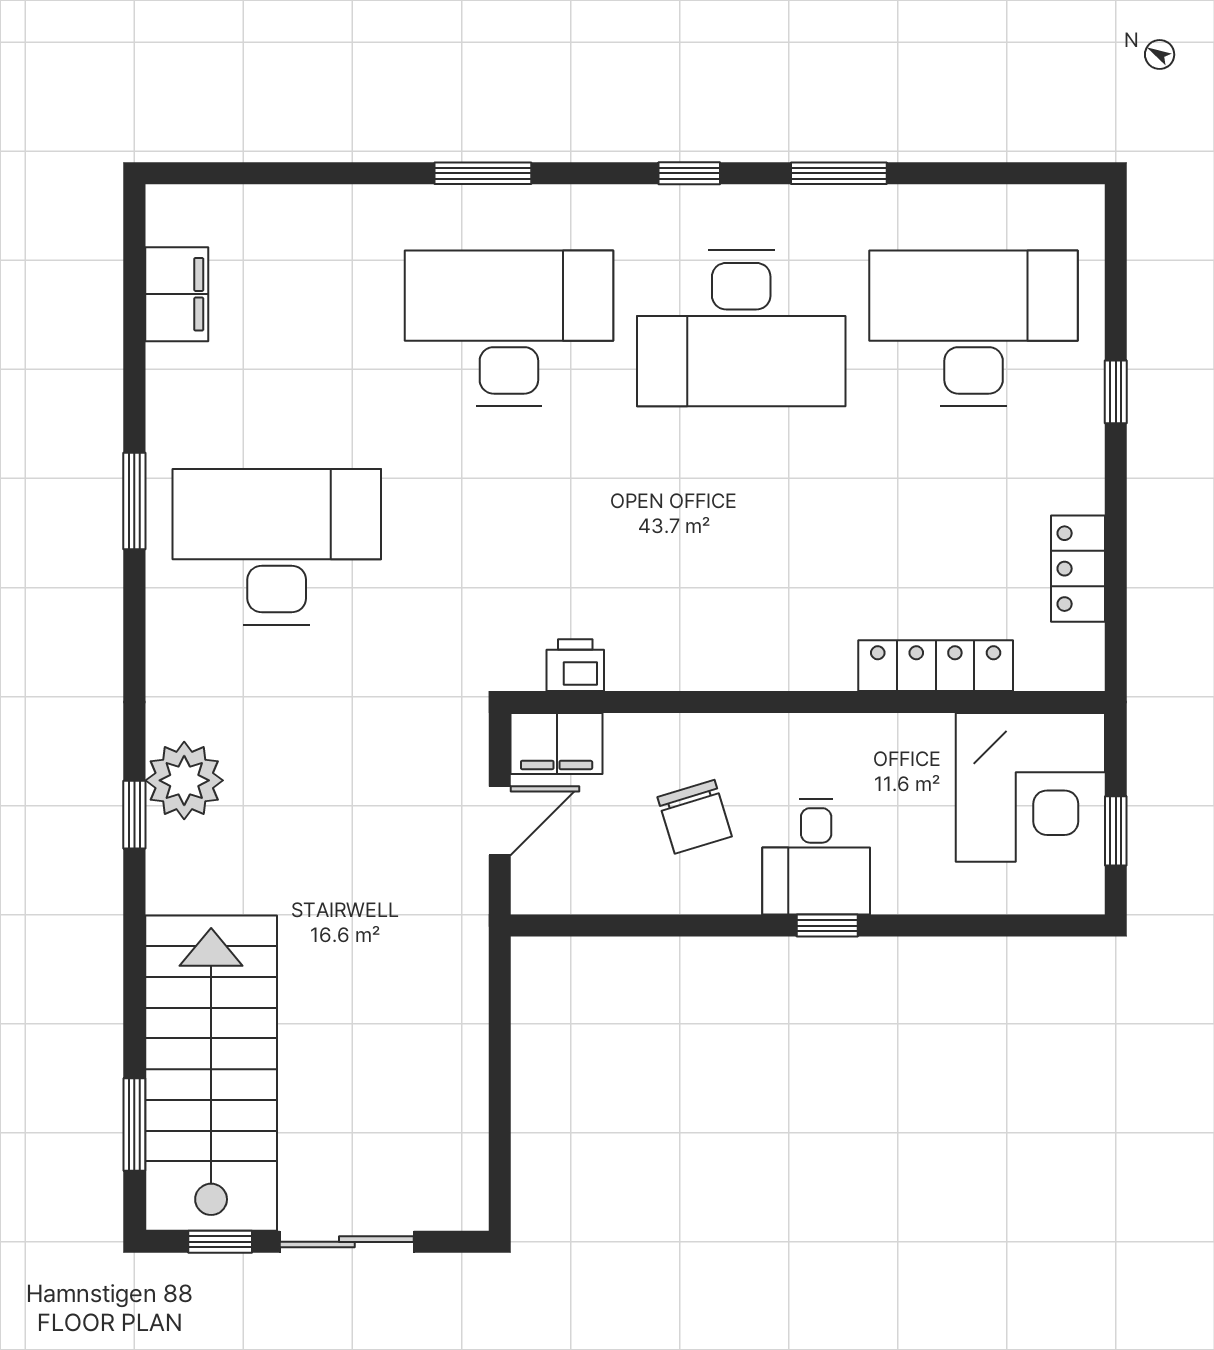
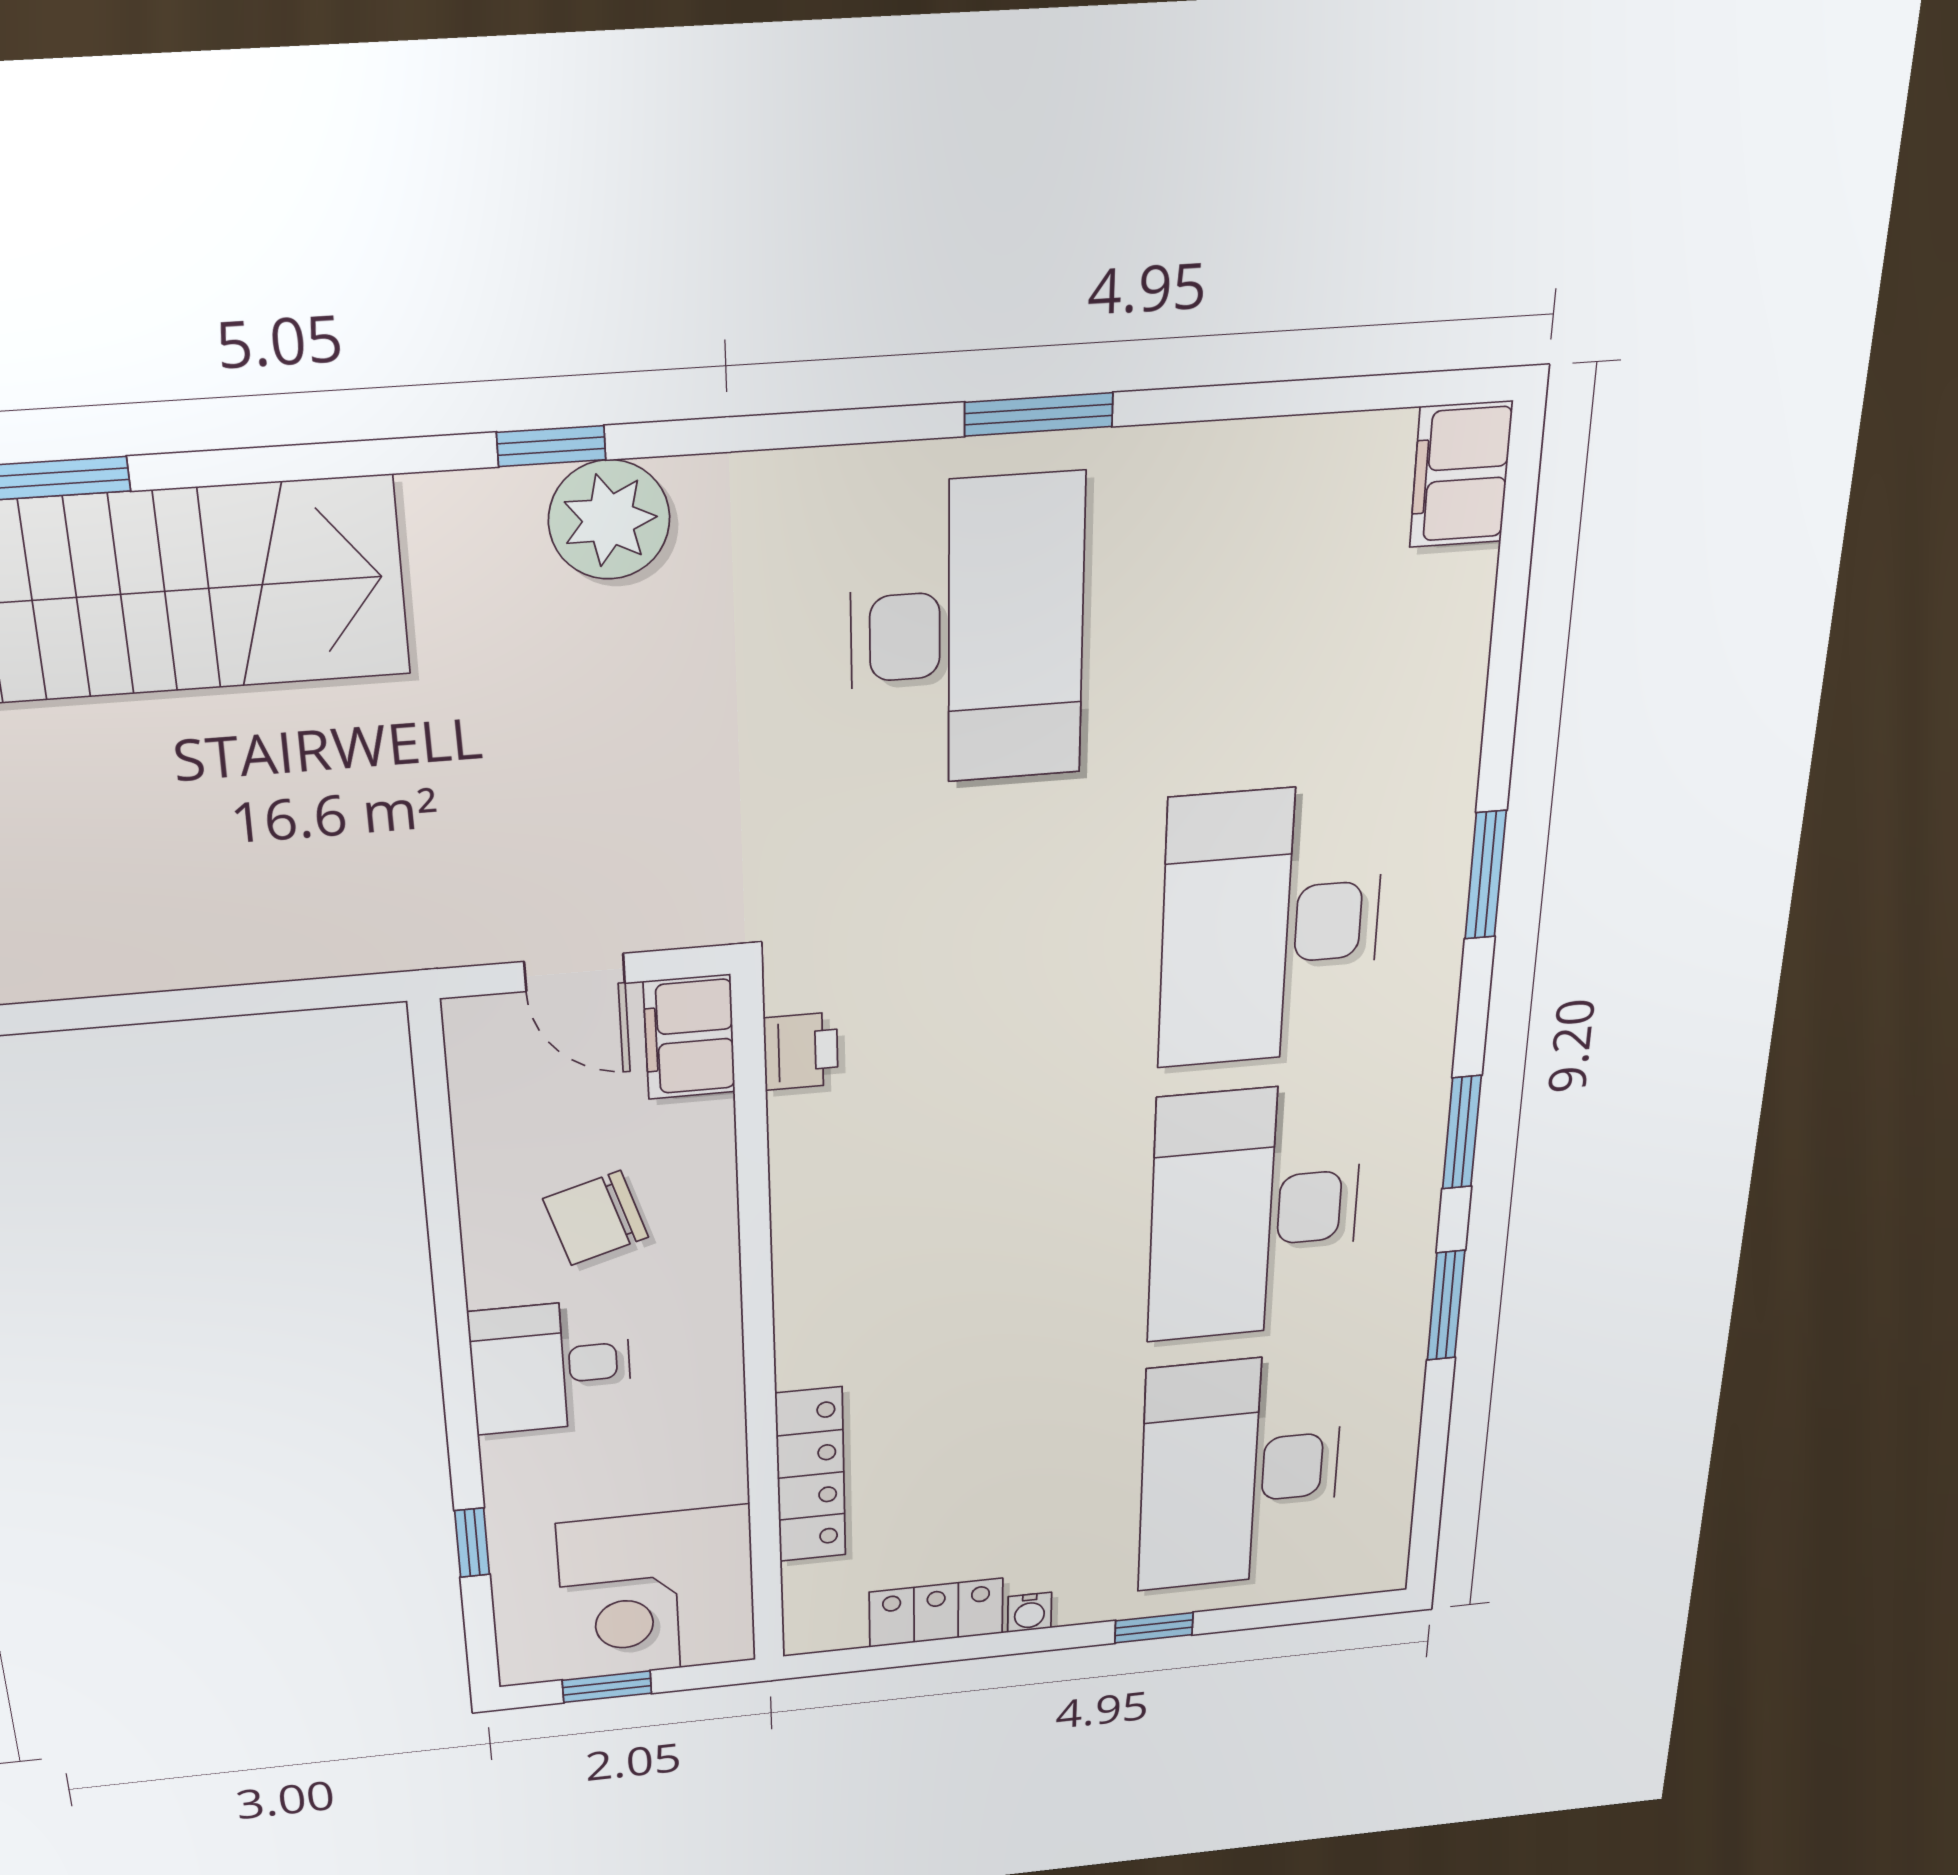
window: (689, 173) -> (1462, 1132), width x1.50
filing cabinet: (177, 294) -> (1461, 474), moved, turned 90
desk: (509, 328) -> (1270, 926), turned 180
desk: (974, 328) -> (1240, 1472), turned 180
water cooler: (1087, 494) -> (1029, 1612), added
window: (827, 926) -> (472, 1543), moved

